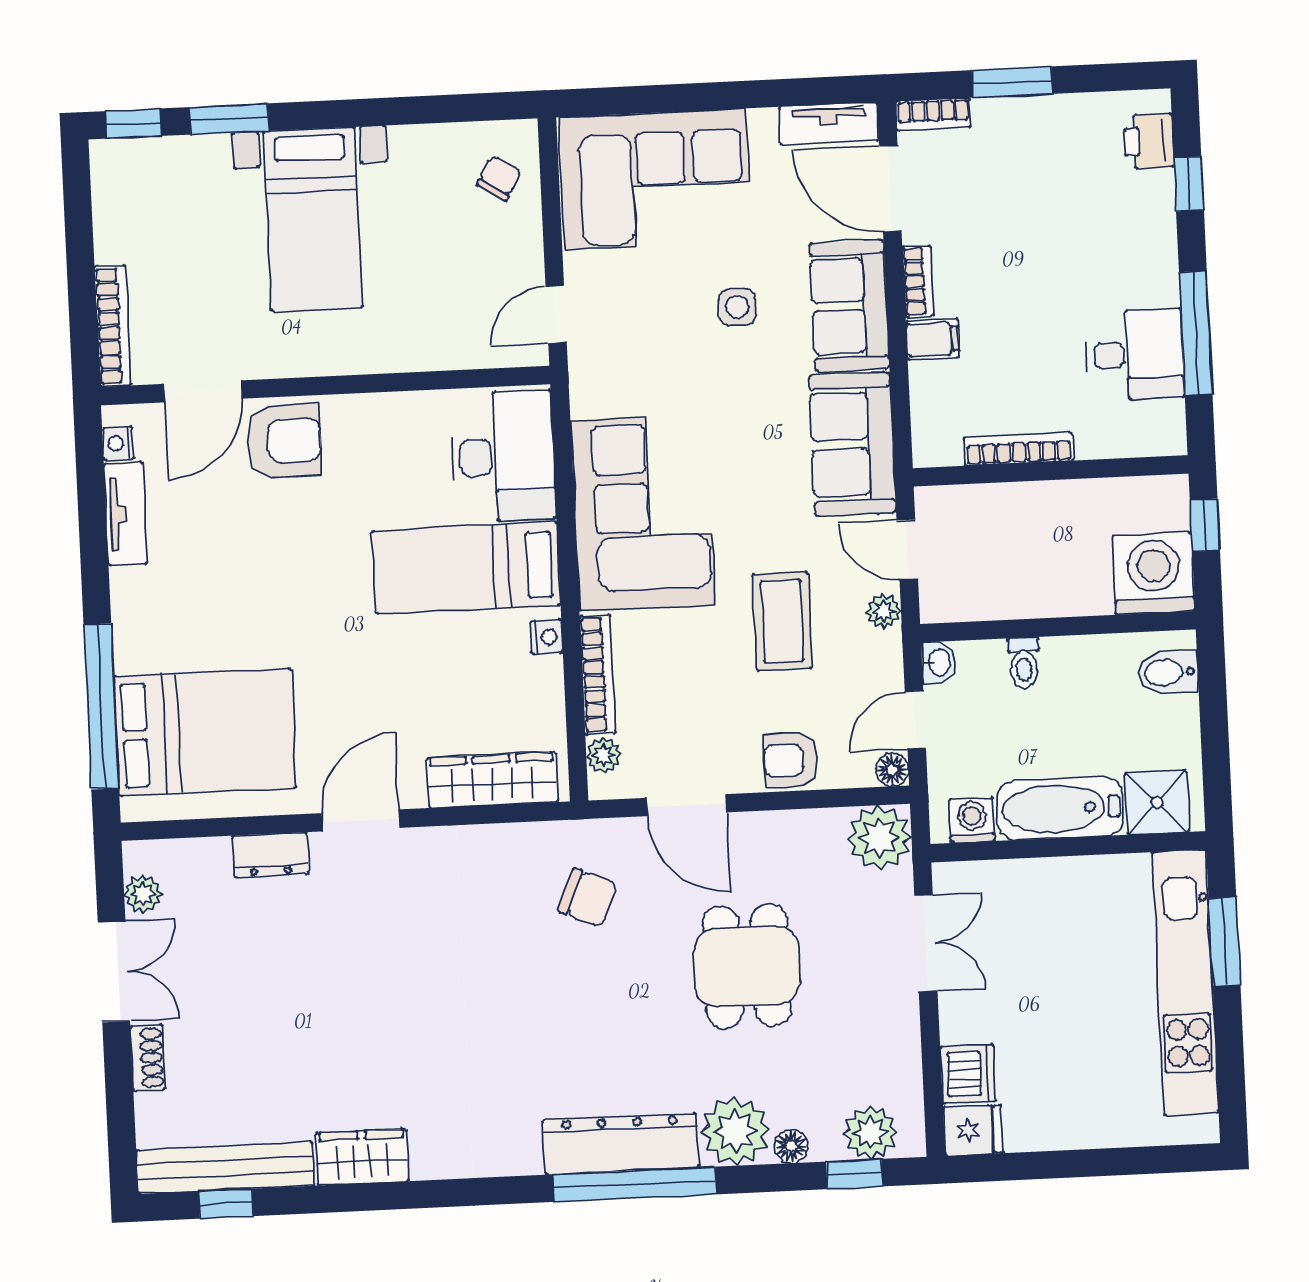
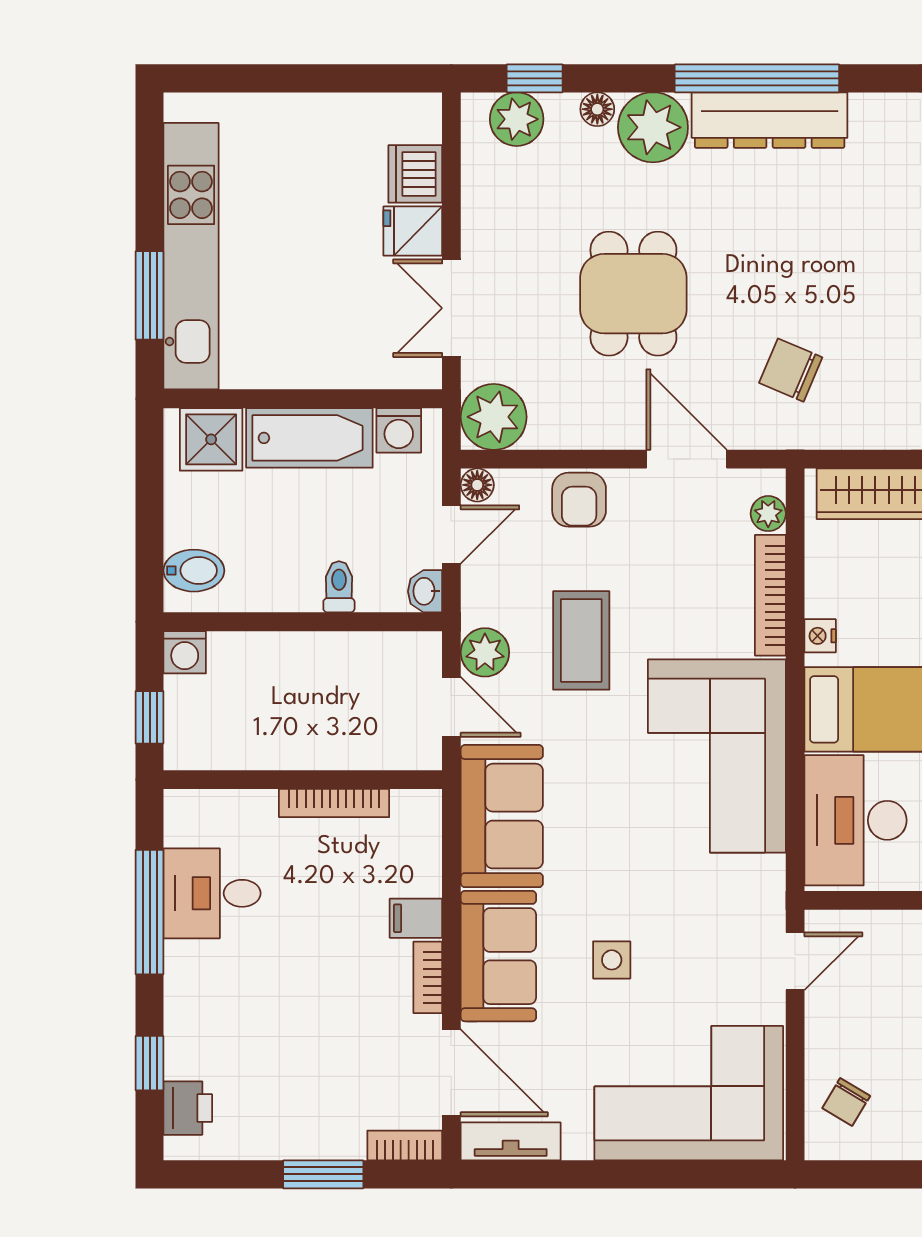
washing machine: (1154, 573) -> (185, 652), width x0.53, depth x0.53
plant: (884, 611) -> (485, 652), width x1.38, depth x1.38
armchair: (791, 760) -> (579, 500), turned 90
fridge: (973, 1130) -> (413, 231), moved

